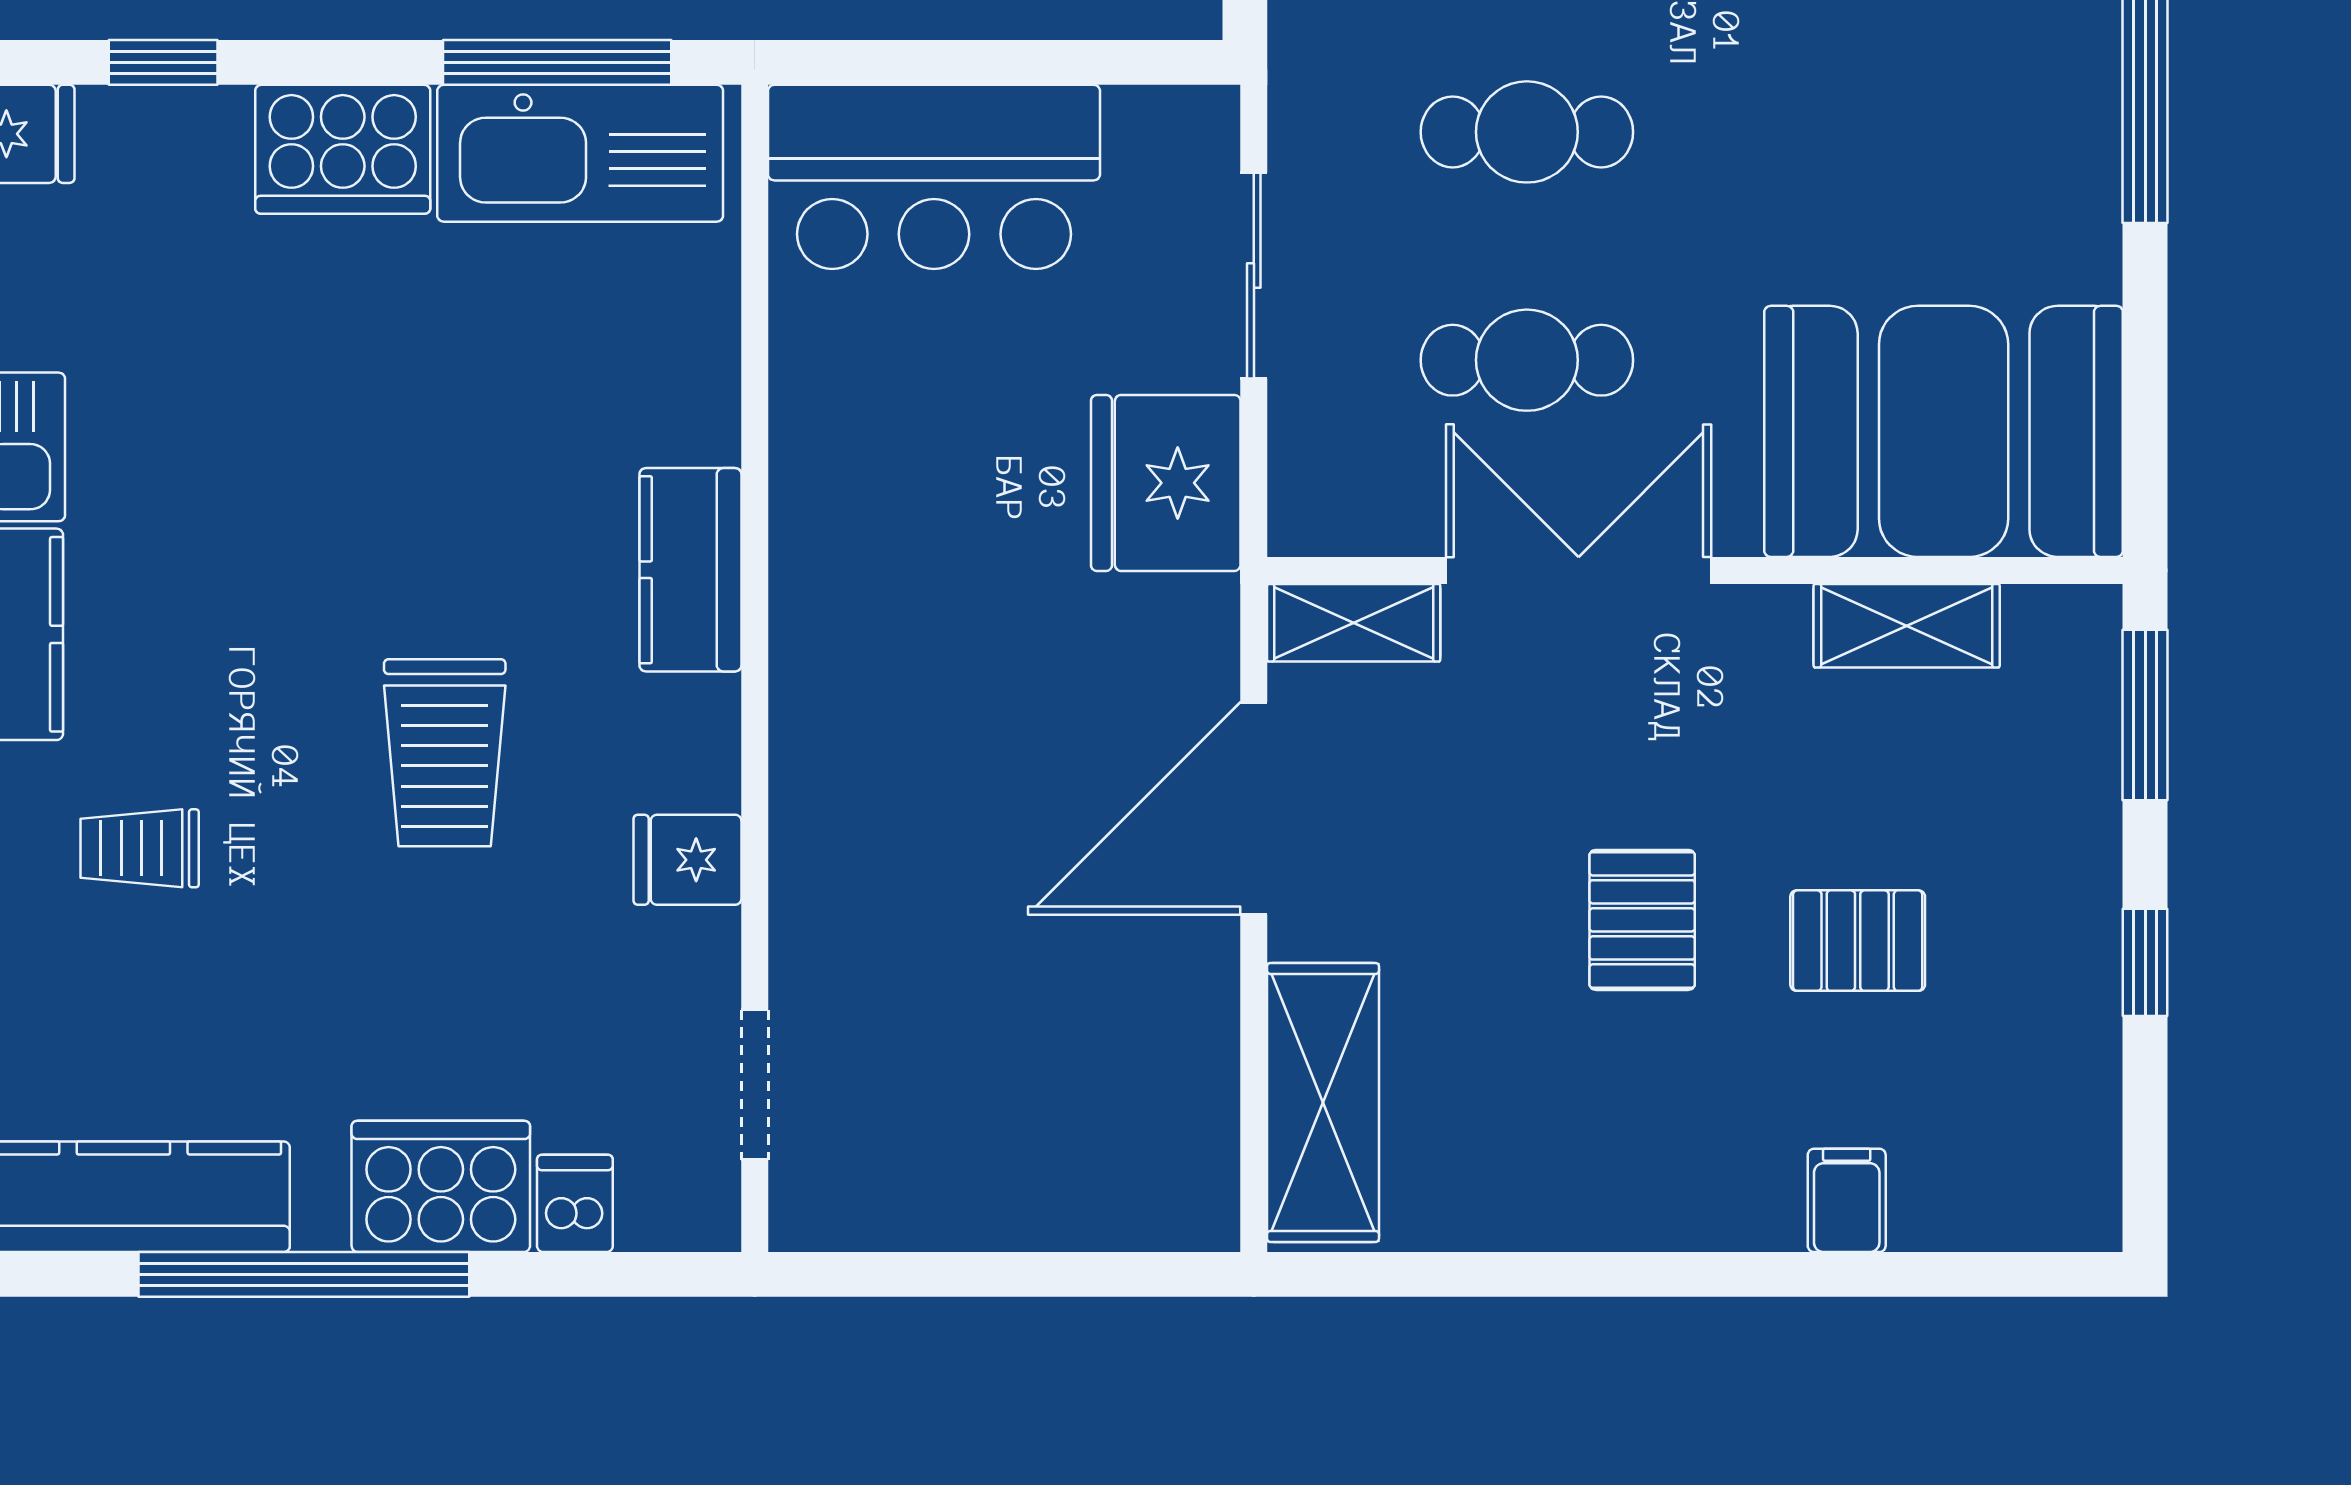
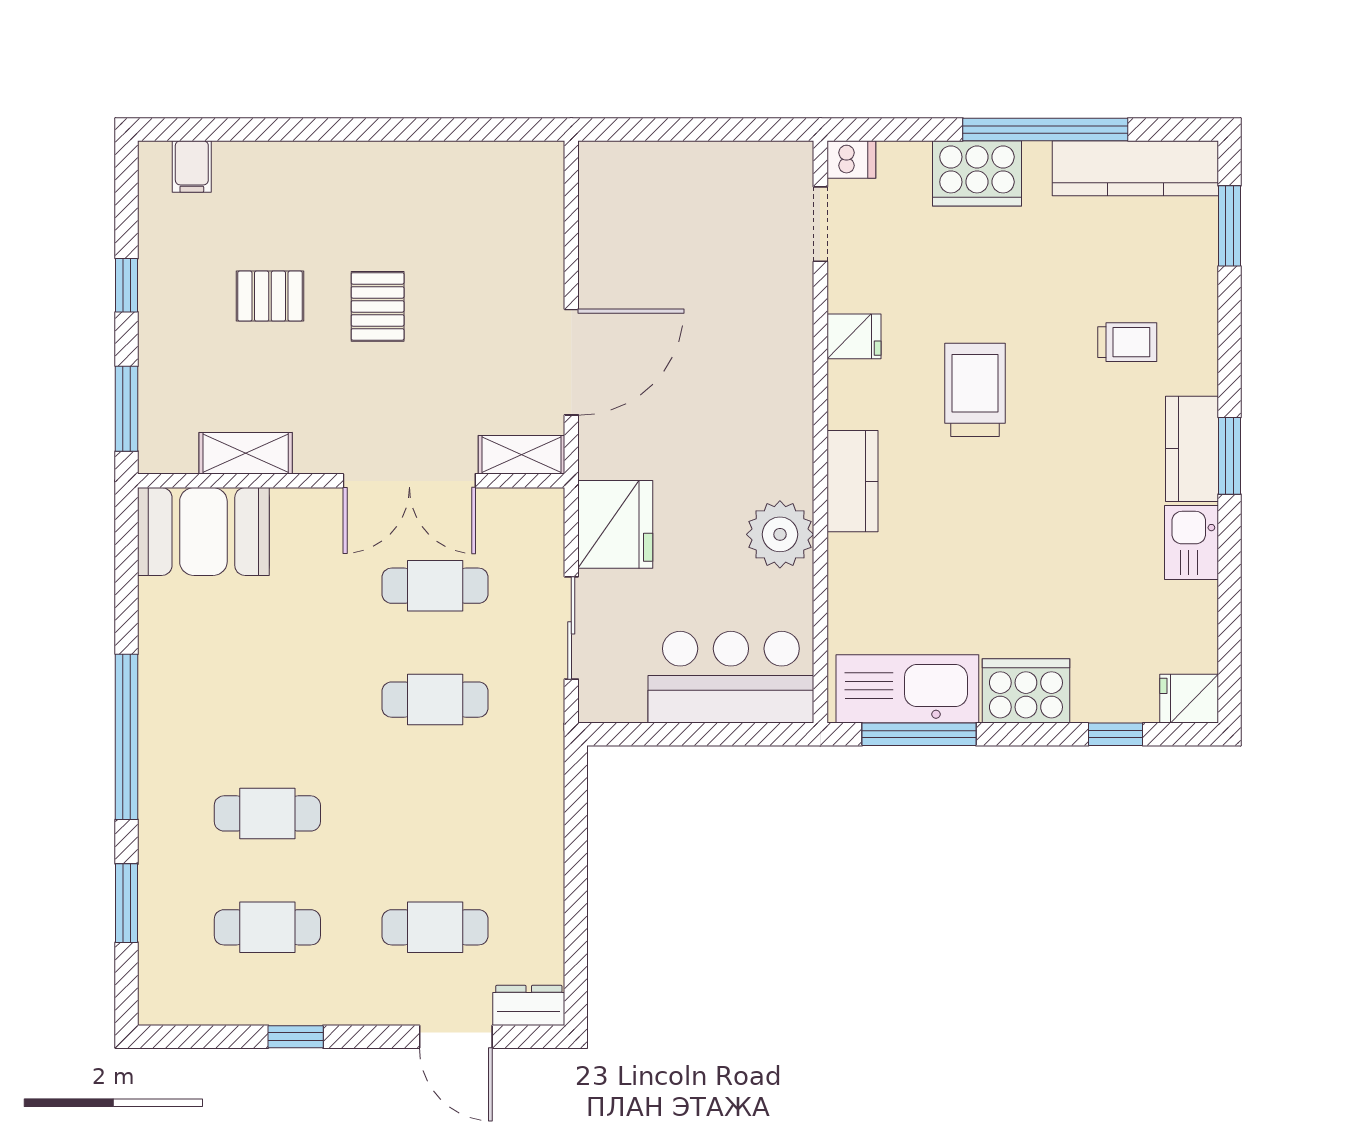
booth: (1944, 431) -> (203, 532), width x0.73, depth x0.70
plant: (836, 463) -> (780, 534), added
shelving: (1323, 1102) -> (537, 215), removed
filing cabinet: (1847, 1200) -> (192, 166), moved
dishwasher: (575, 1203) -> (851, 159), moved, turned -90

